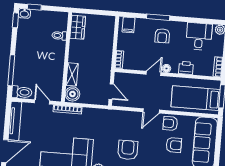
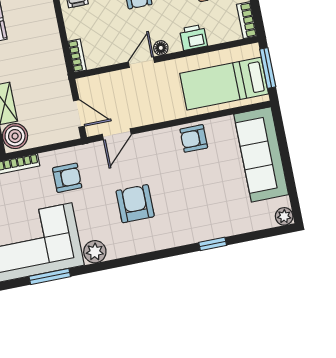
door: (151, 111) -> (117, 134), moved
armchair: (174, 145) -> (67, 178), moved

